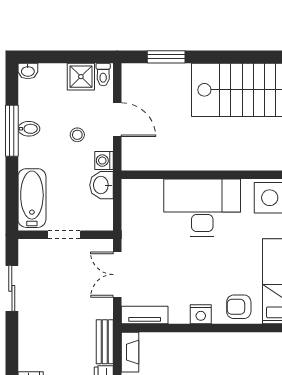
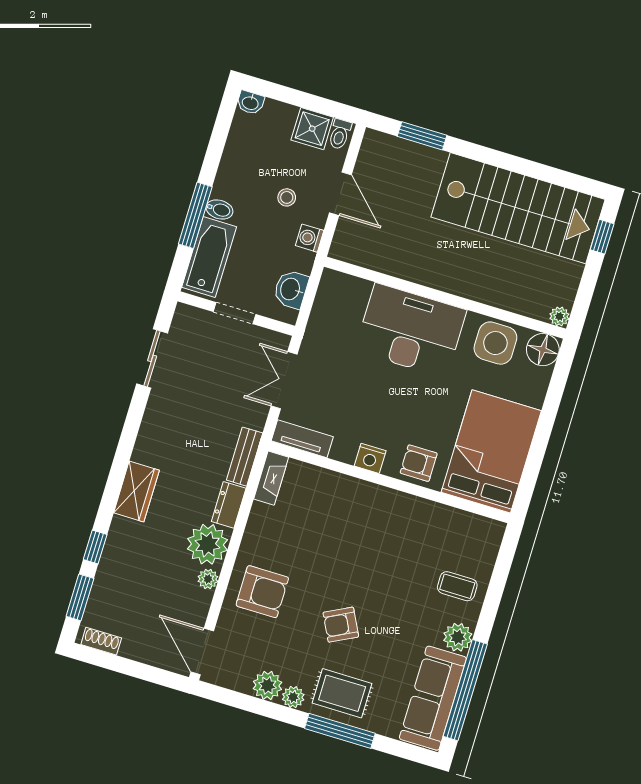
bidet: (29, 129) -> (219, 209), moved
window: (12, 131) -> (195, 215), moved
washbasin: (102, 185) -> (291, 289), moved

